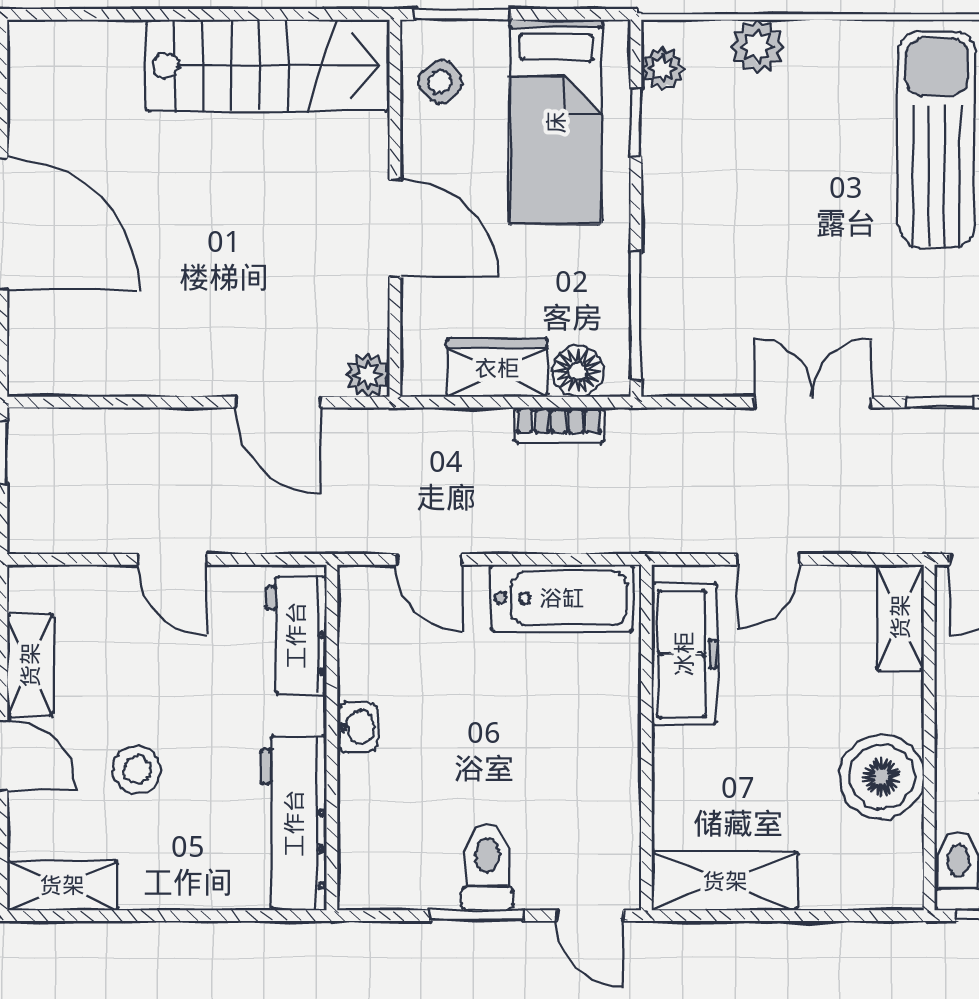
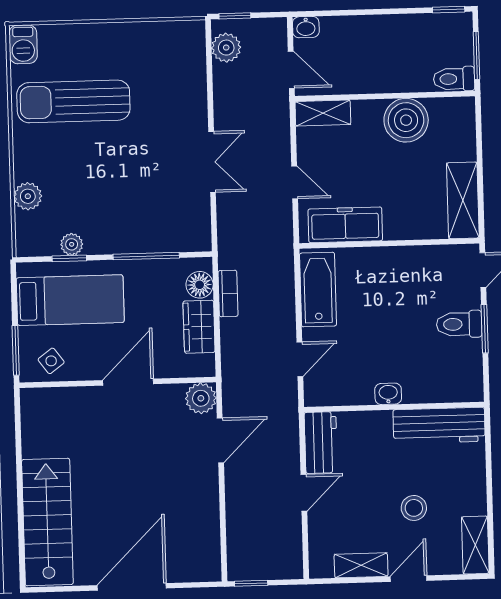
stairs: (268, 66) -> (47, 522), moved
plant: (662, 68) -> (72, 244), moved
window: (636, 316) -> (146, 256), moved
plant: (368, 375) -> (201, 398), width x1.38, depth x1.38
double door: (813, 402) -> (212, 162), swing flipped
window: (940, 402) -> (210, 96), removed
workbench: (296, 635) -> (321, 443), moved, turned -90

